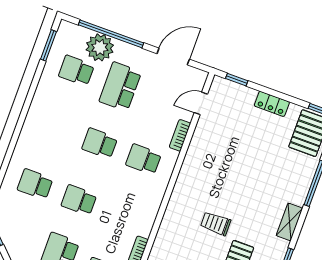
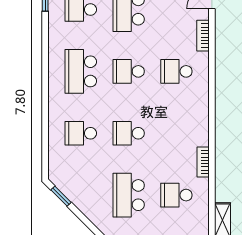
school desk: (56, 127) -> (81, 71), added

